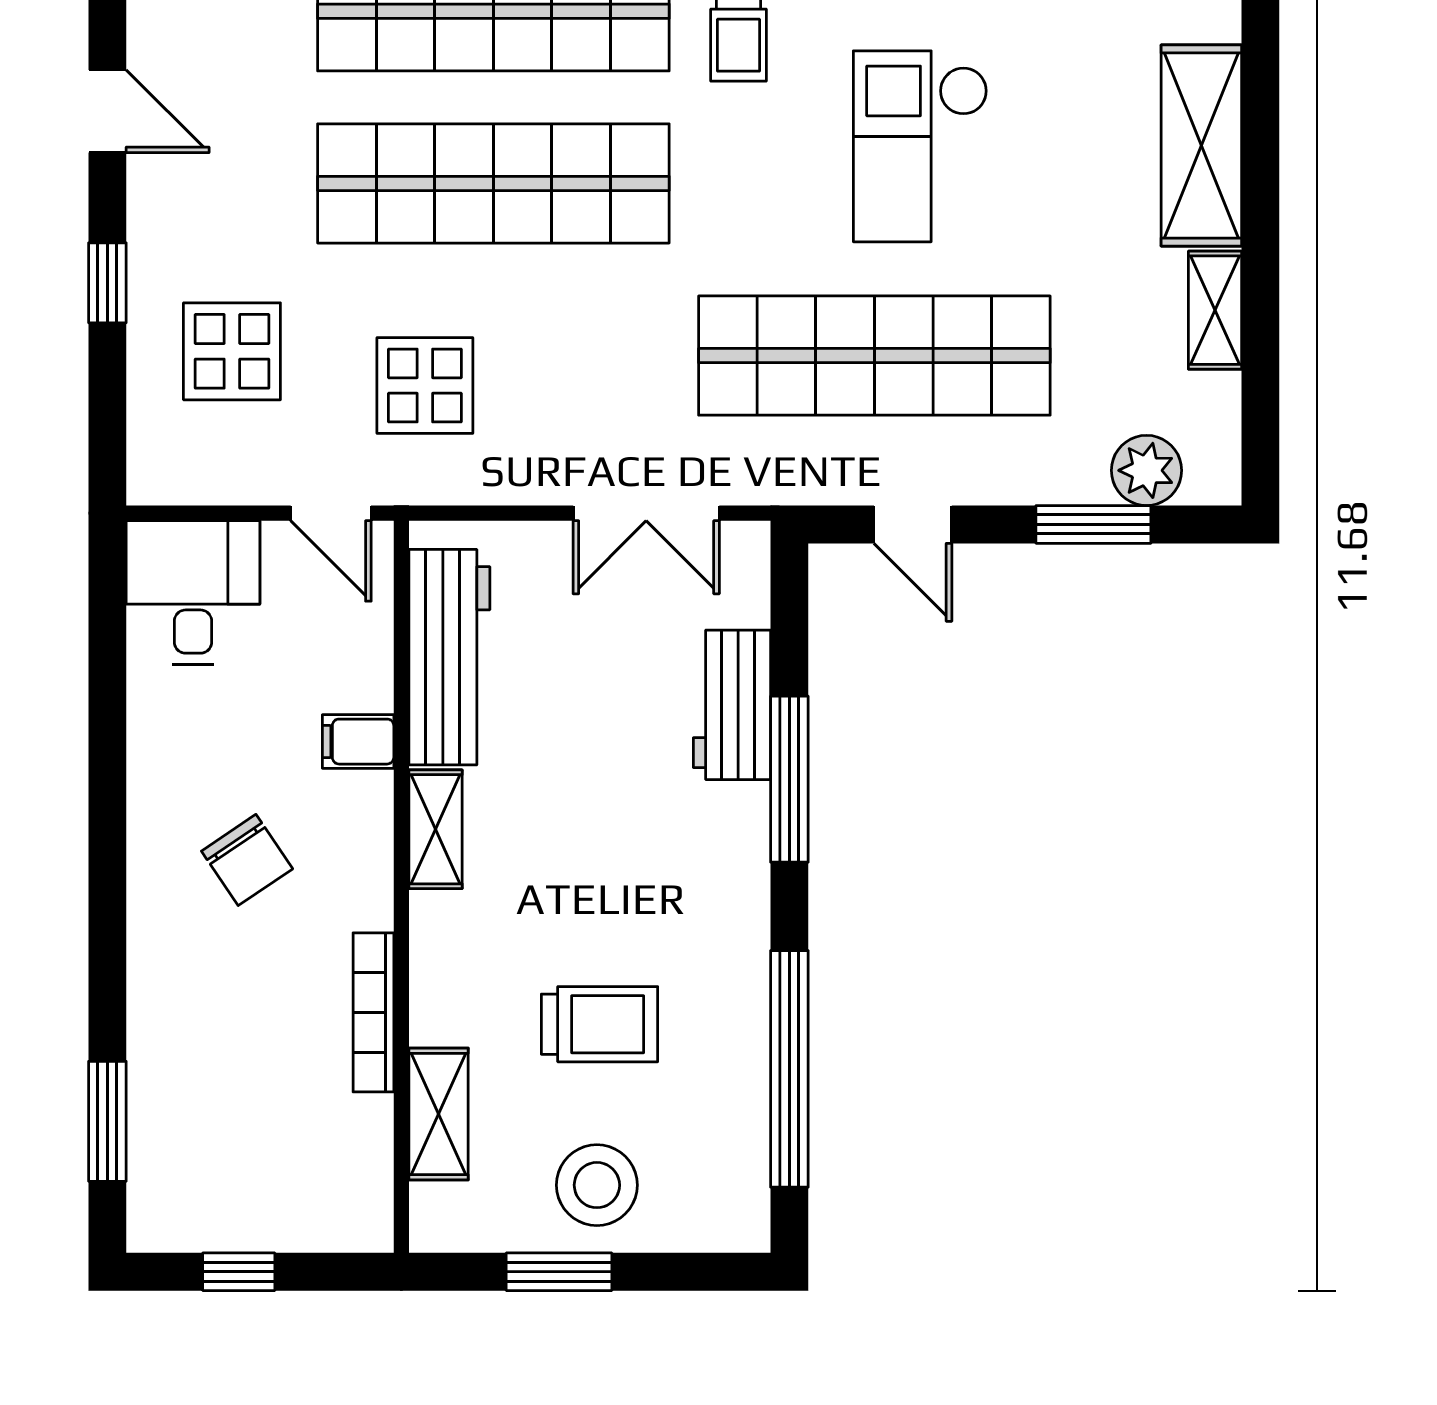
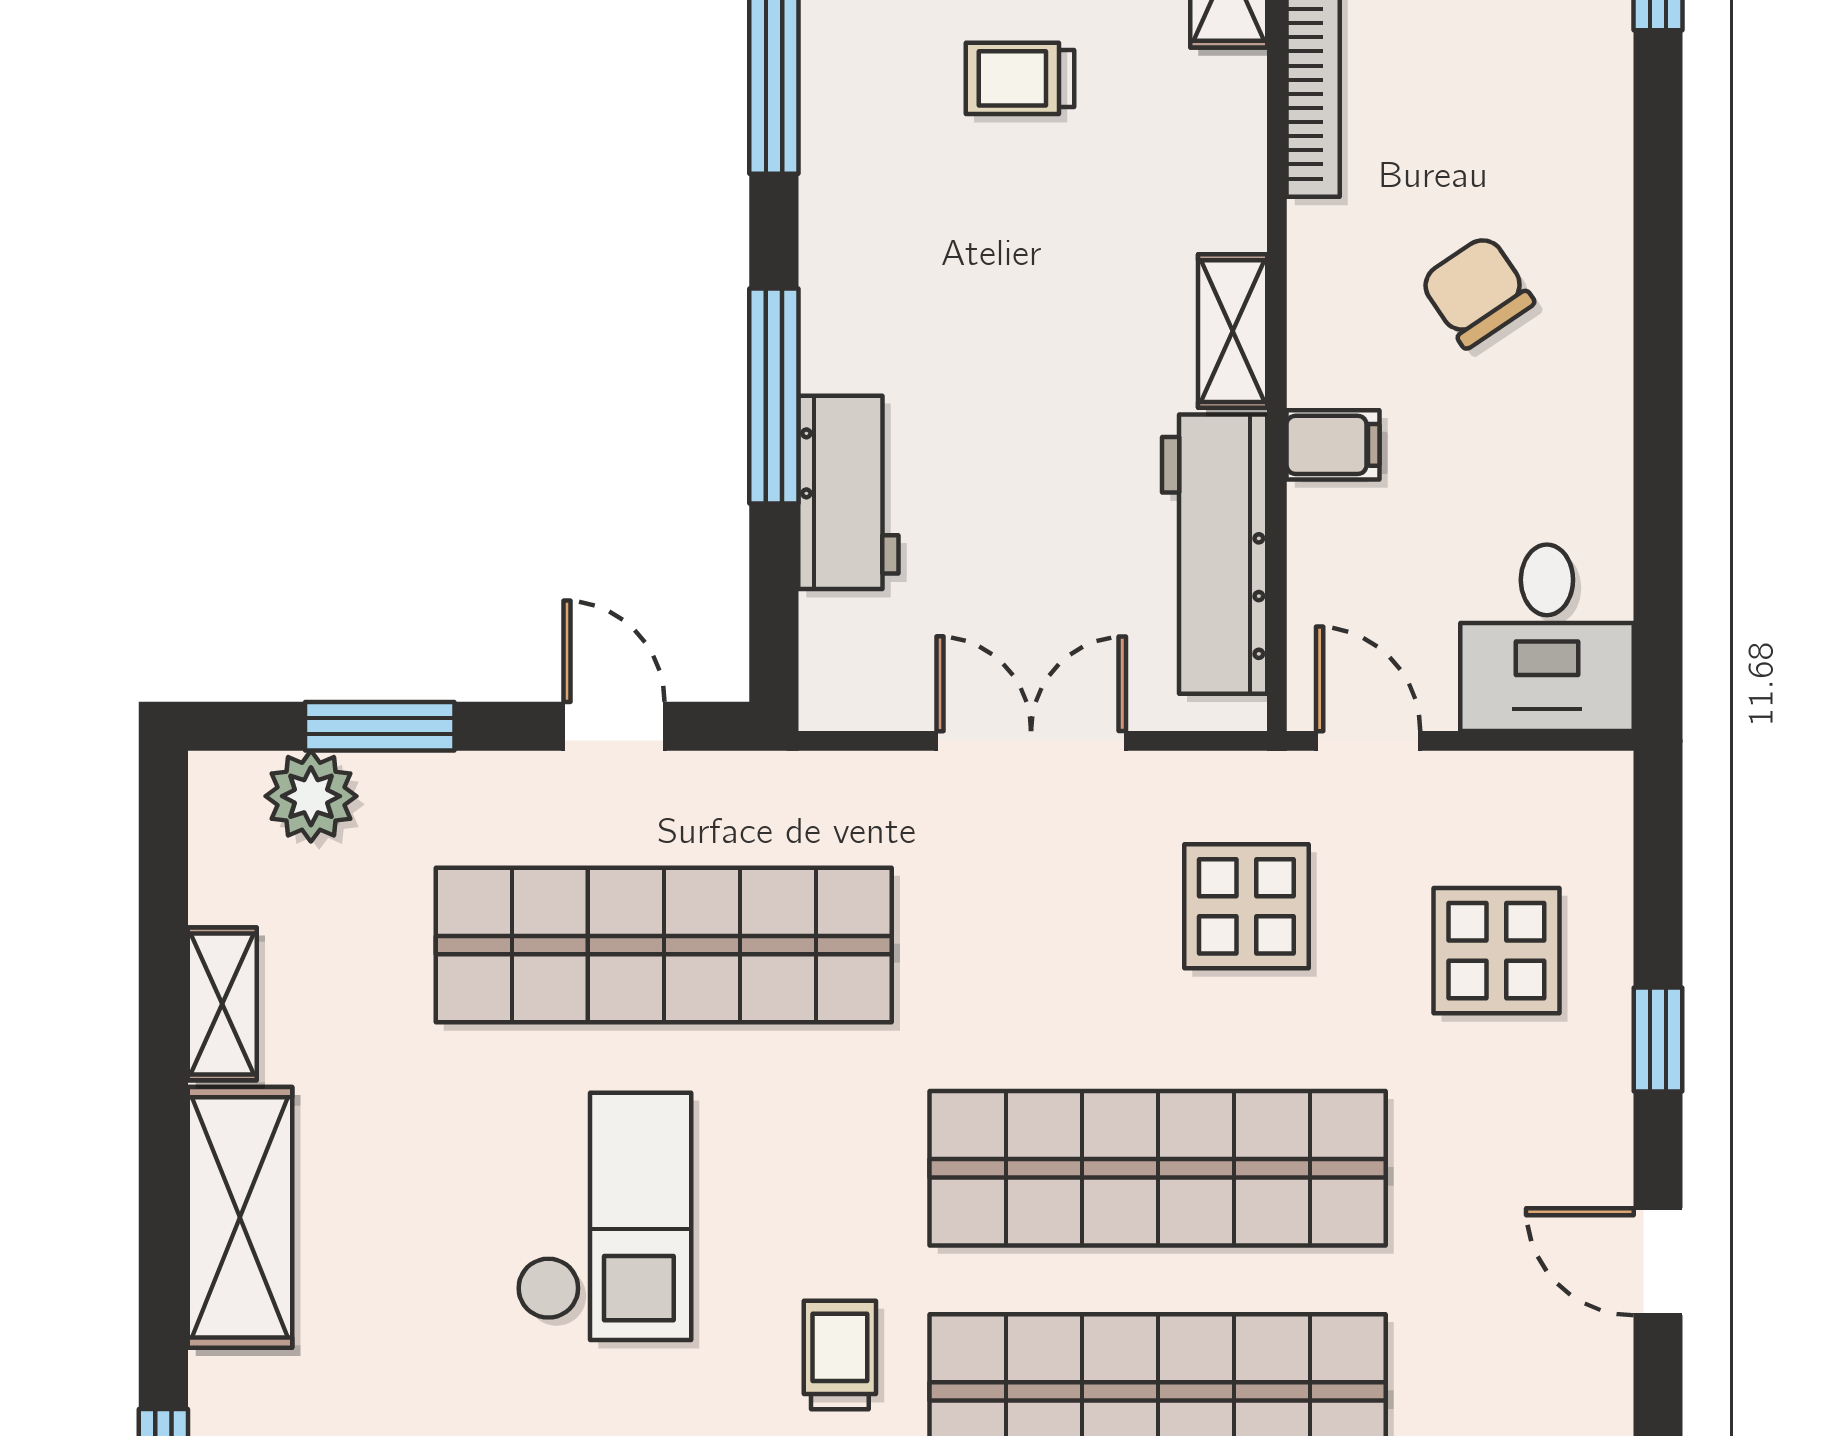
double door: (646, 513) -> (1031, 741), moved
trolley: (600, 1024) -> (1020, 78), width x0.73, depth x0.72

